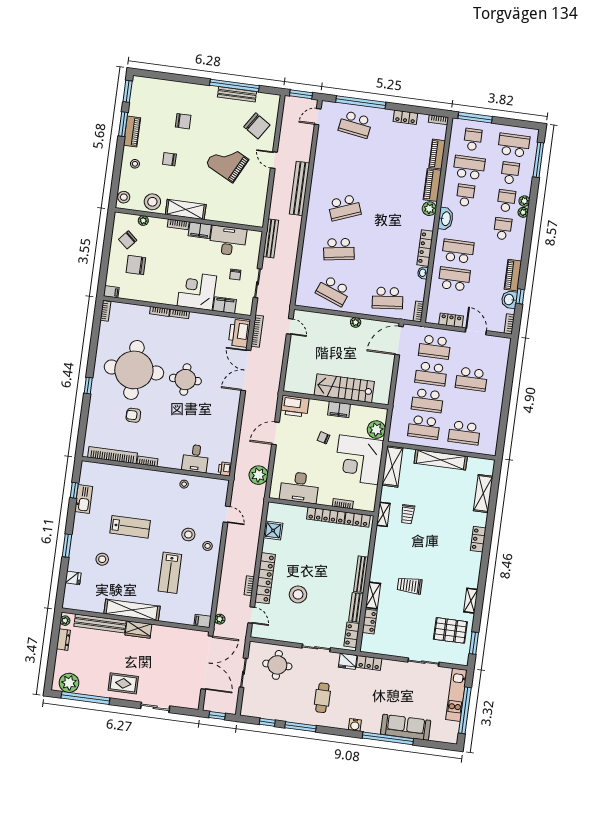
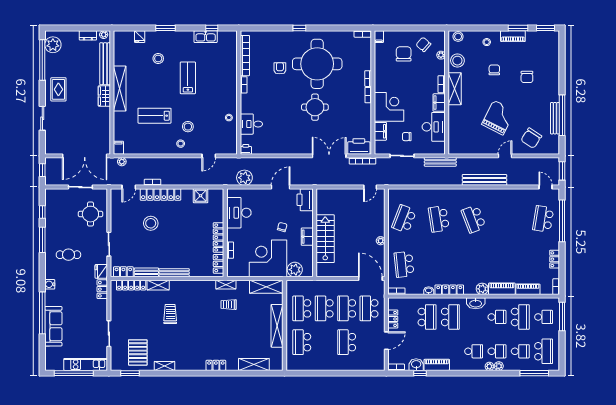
door: (275, 433) -> (281, 187), hinge flipped
lab bench: (130, 527) -> (188, 78), turned 180
locker: (370, 622) -> (131, 285), width x1.53

